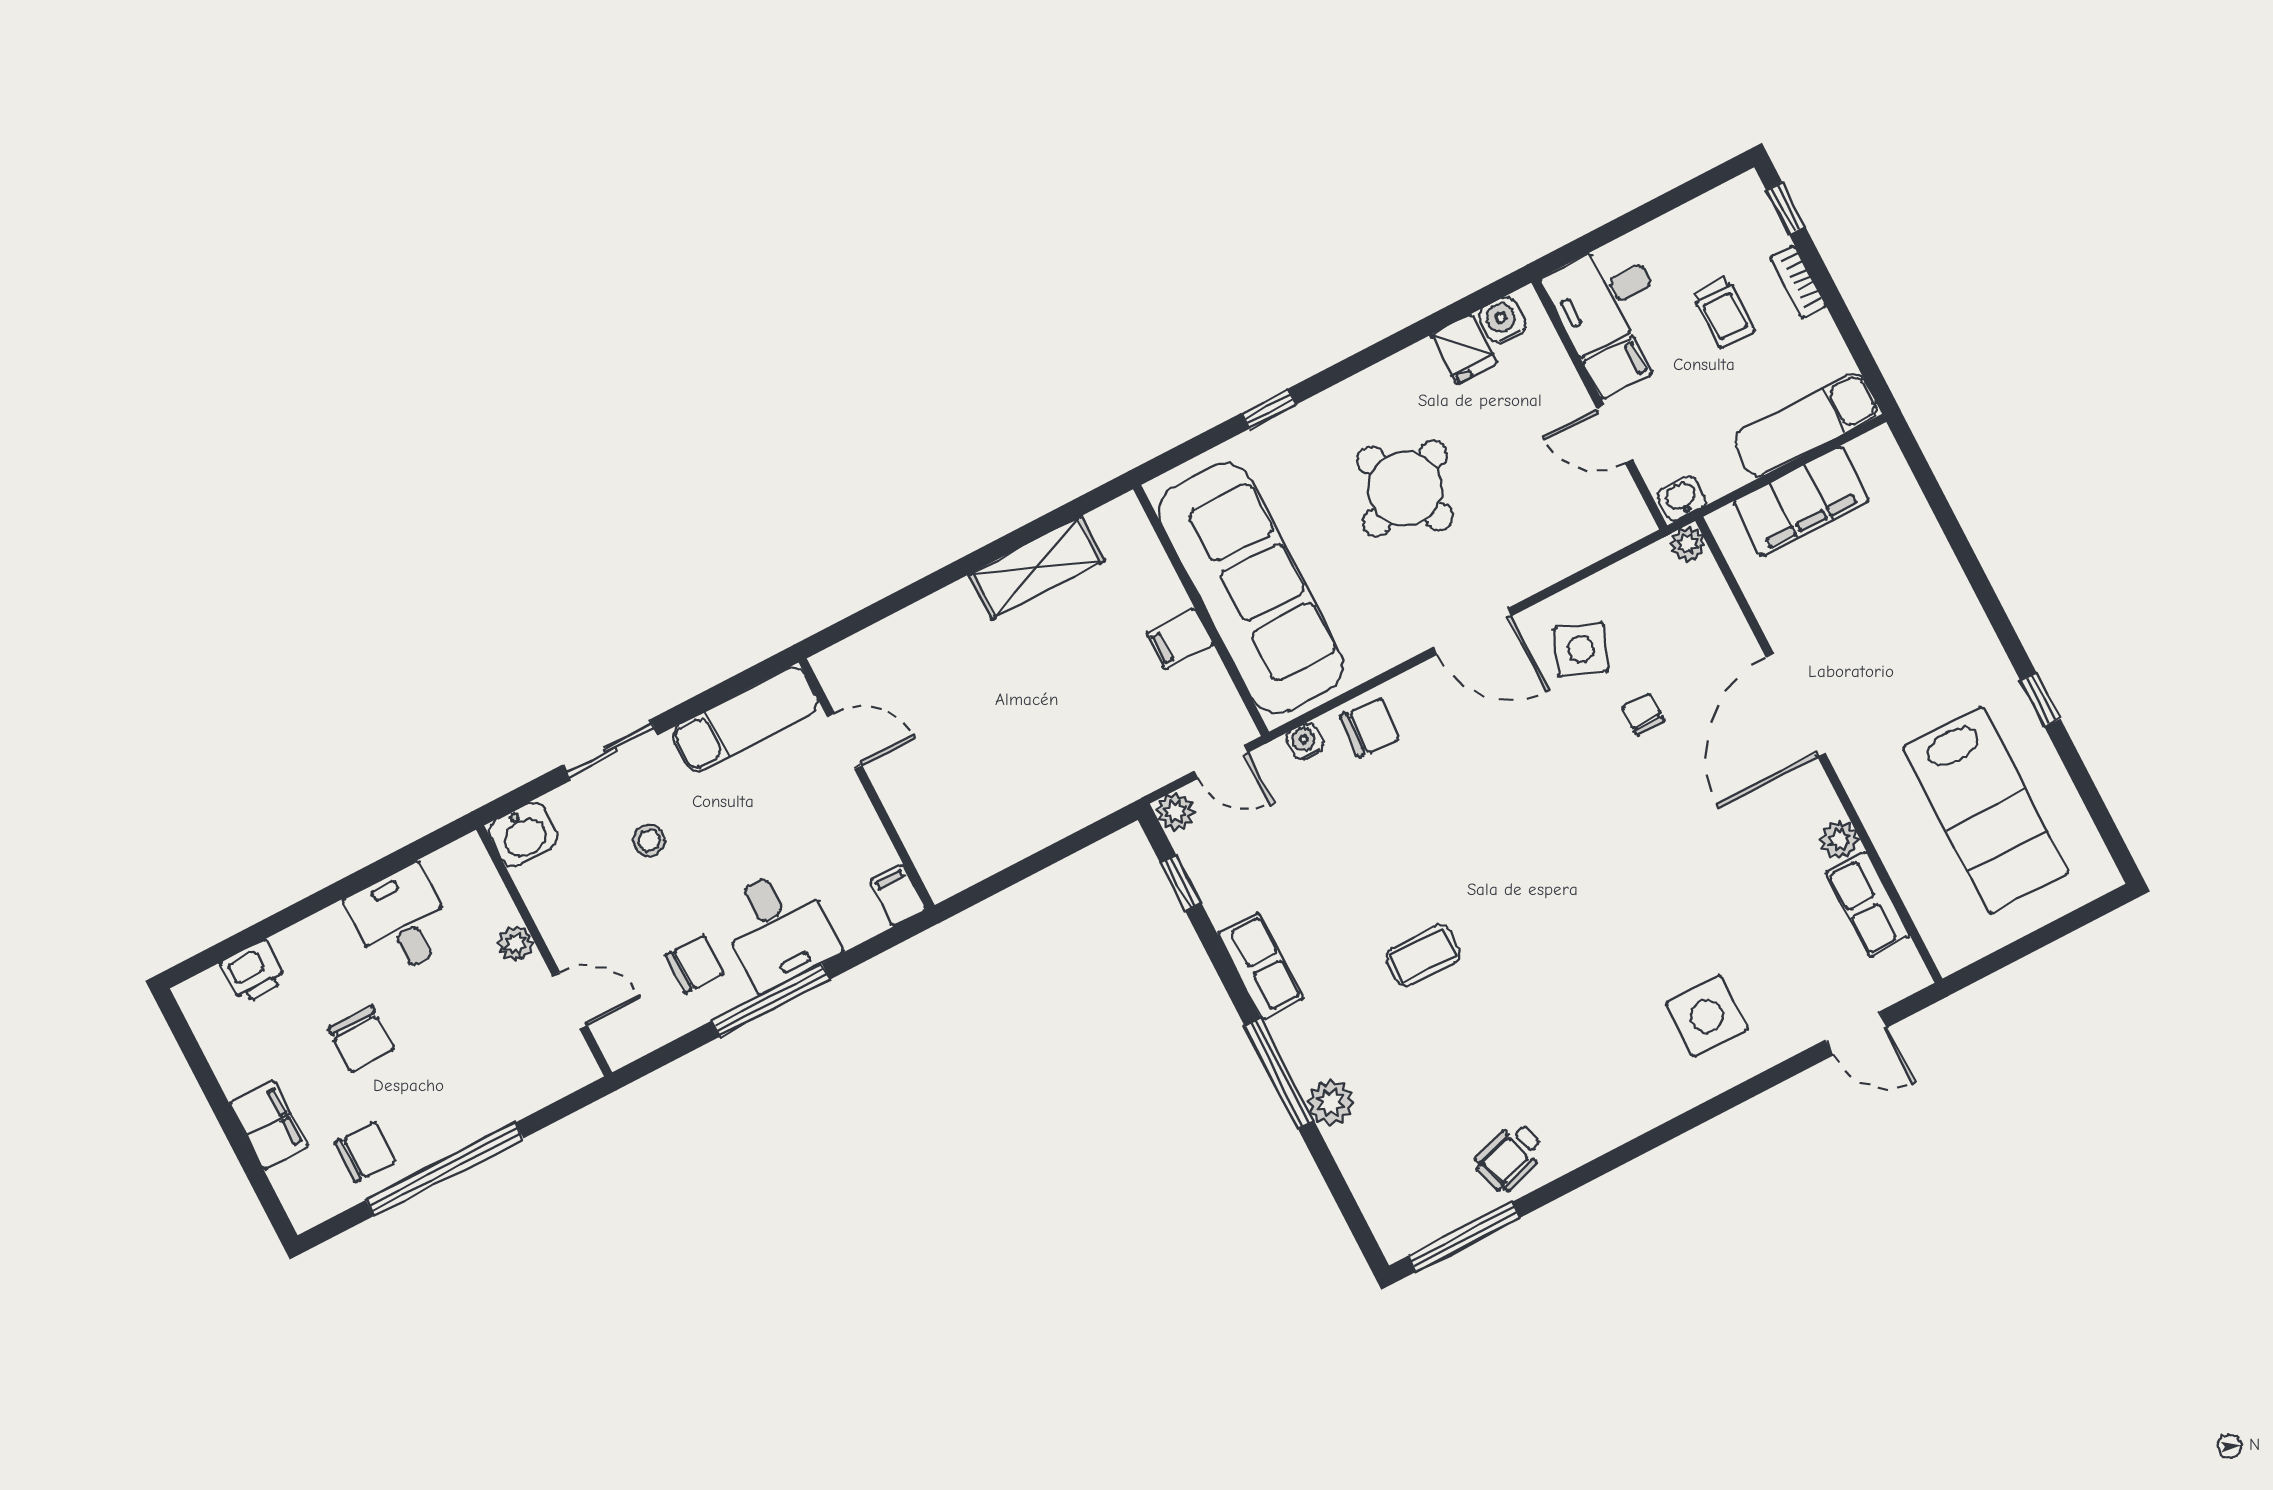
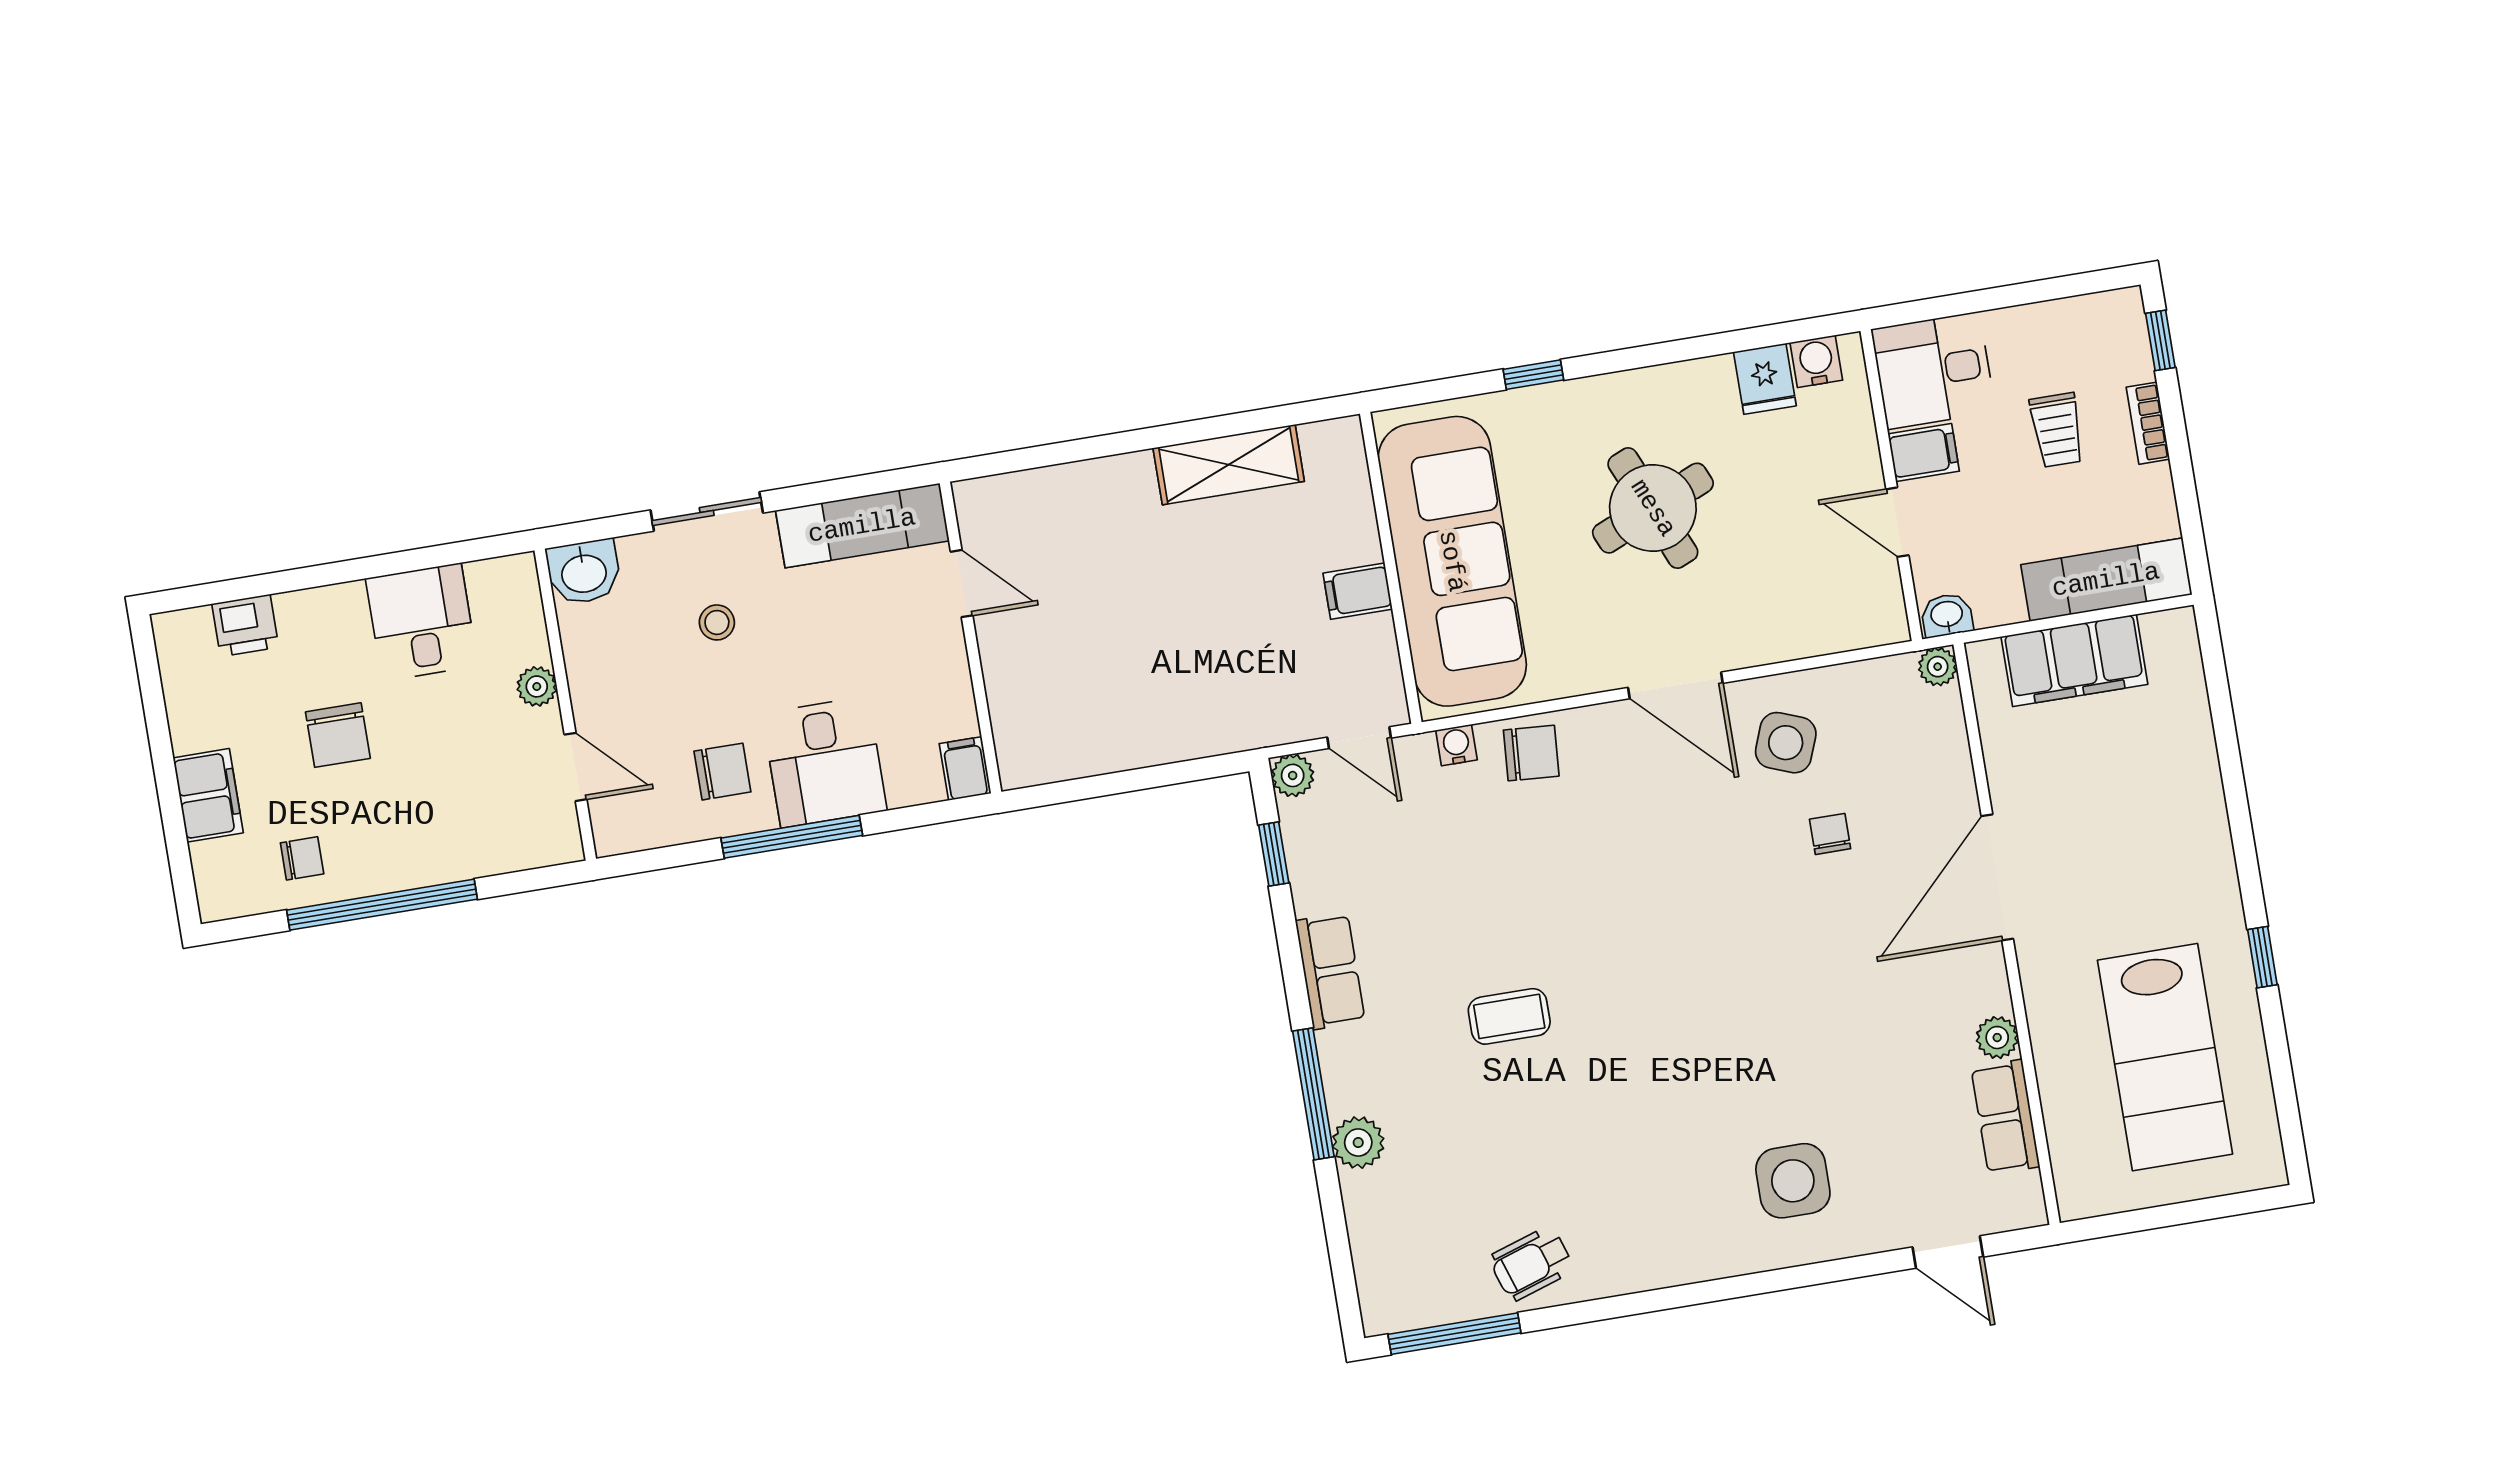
chair: (365, 1152) -> (302, 858), width x0.73, depth x0.73

